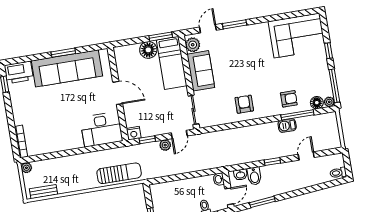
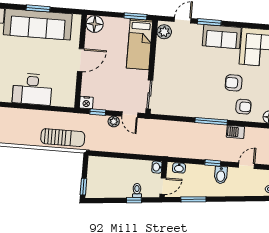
floor lamp: (148, 50) -> (95, 24), moved
sofa: (201, 71) -> (222, 37), moved, turned 90
door: (118, 93) -> (81, 60), hinge flipped
armchair: (244, 104) -> (234, 83), moved, turned -90
window: (297, 115) -> (211, 121), moved
desk: (101, 129) -> (32, 89), moved
door: (179, 134) -> (130, 115), hinge flipped
bidet: (254, 176) -> (221, 175), moved

